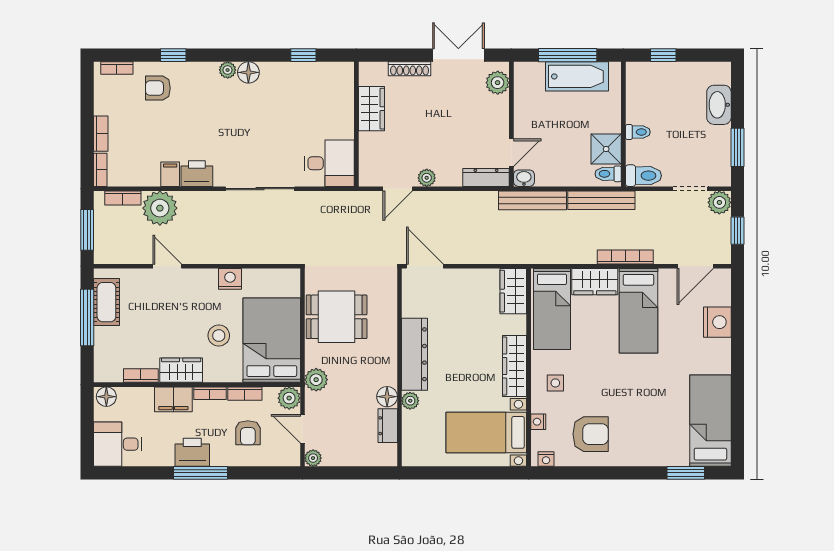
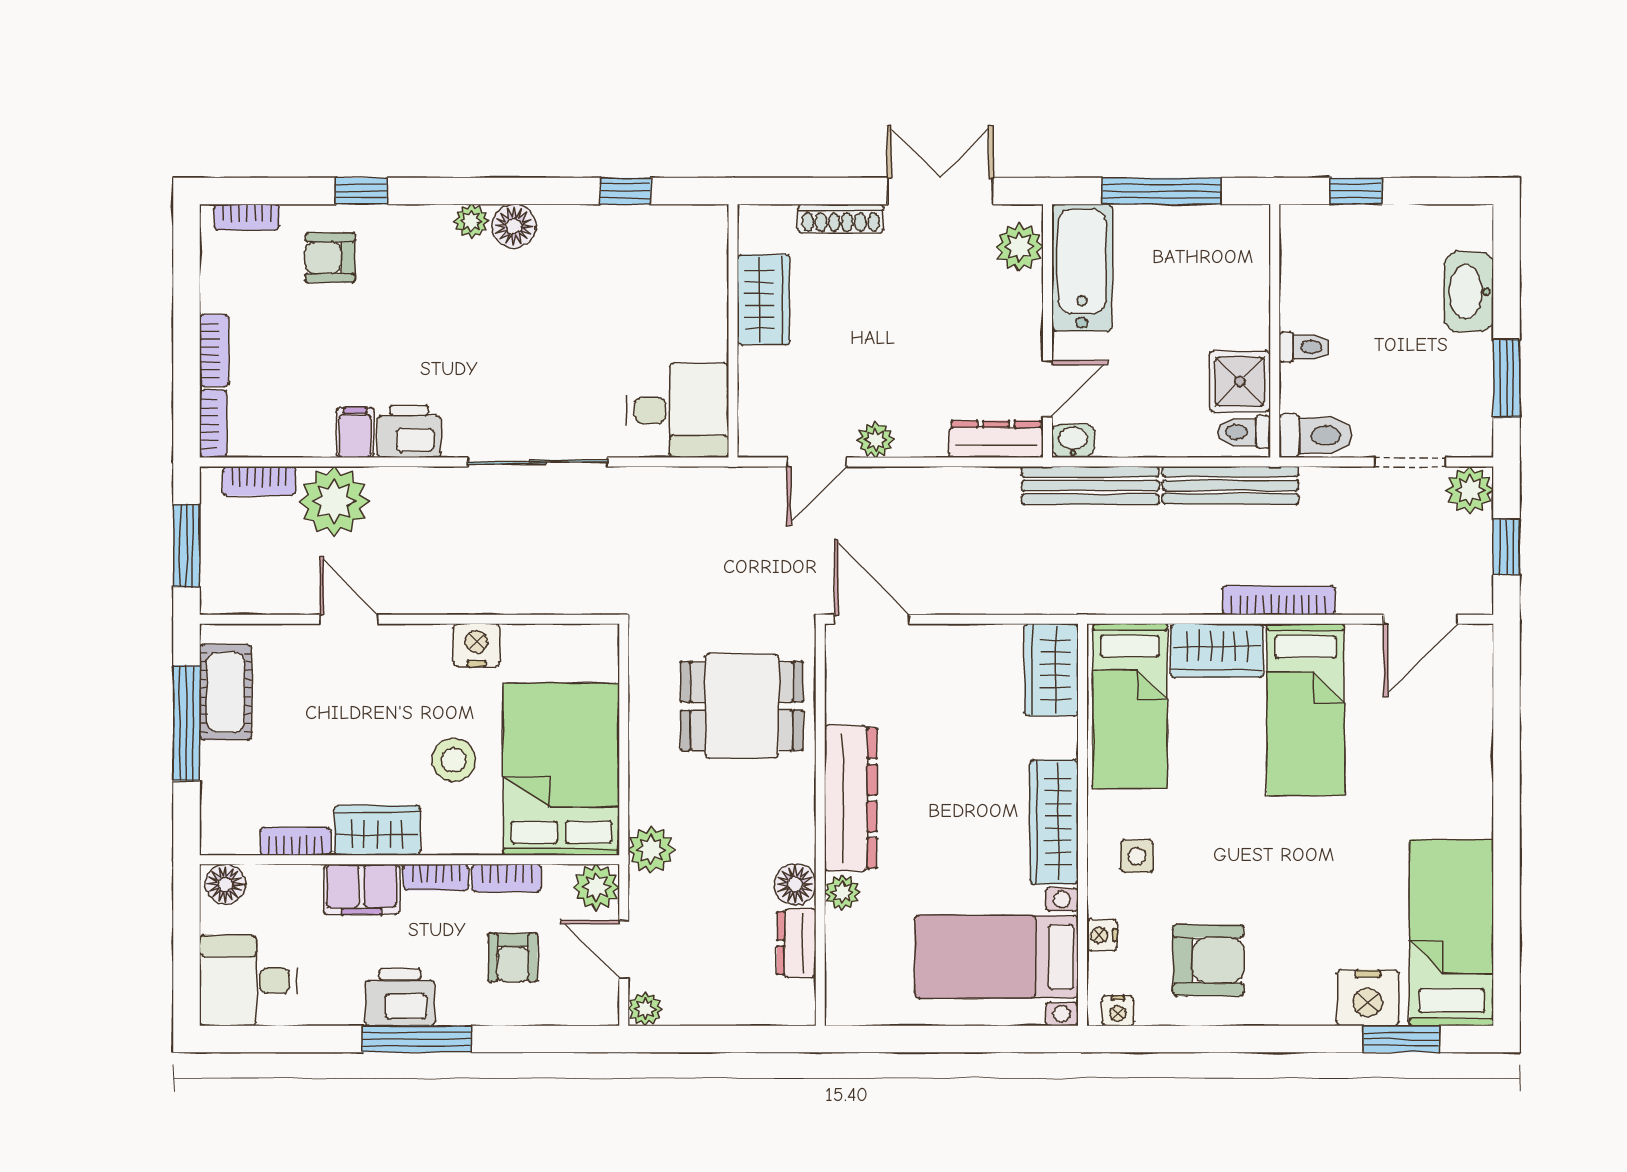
bathtub: (577, 76) -> (1082, 268), moved, turned -90
dining table: (337, 317) -> (742, 706), moved
nightstand: (717, 322) -> (1368, 998), moved, turned 90

